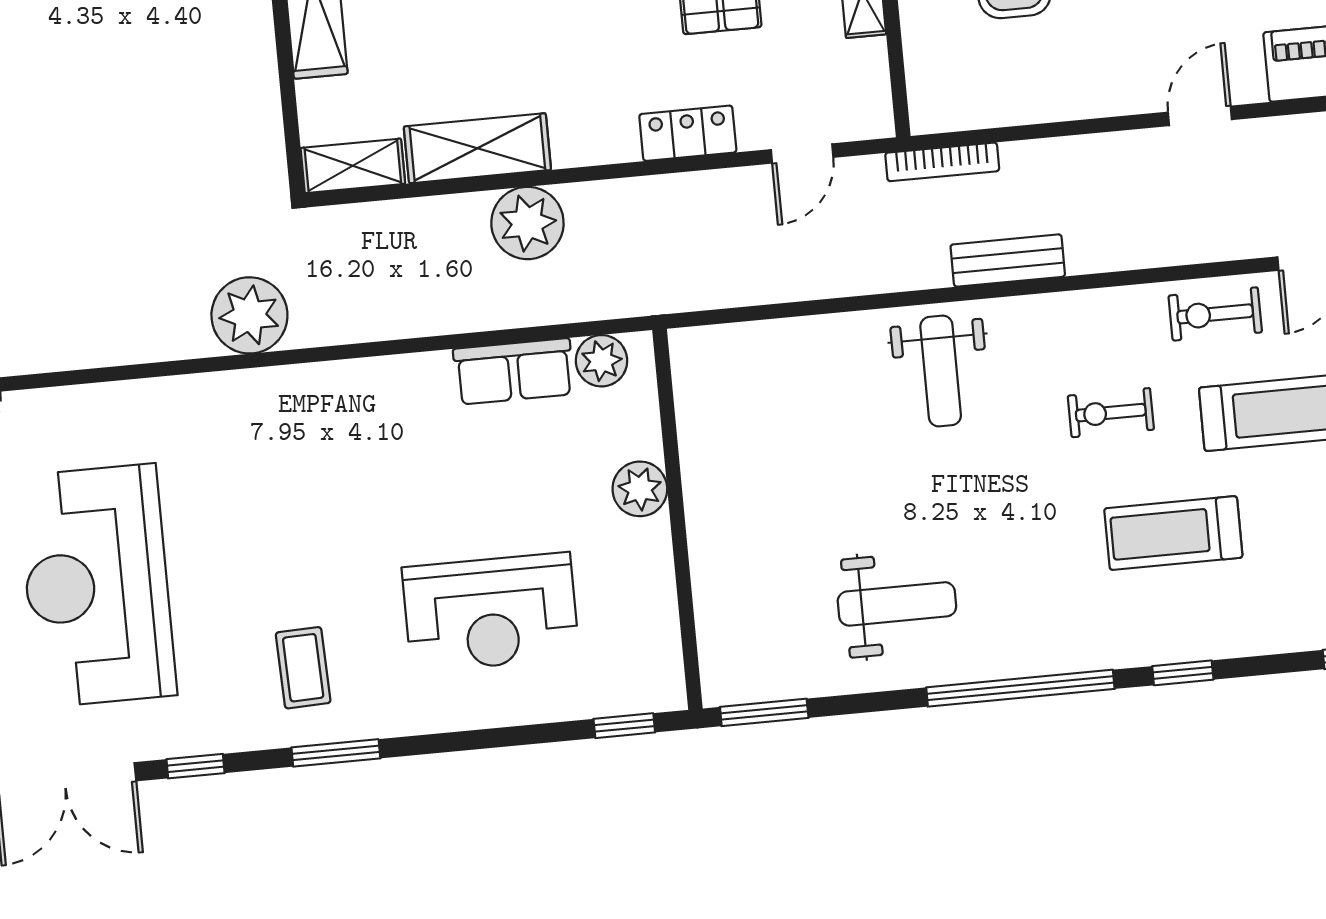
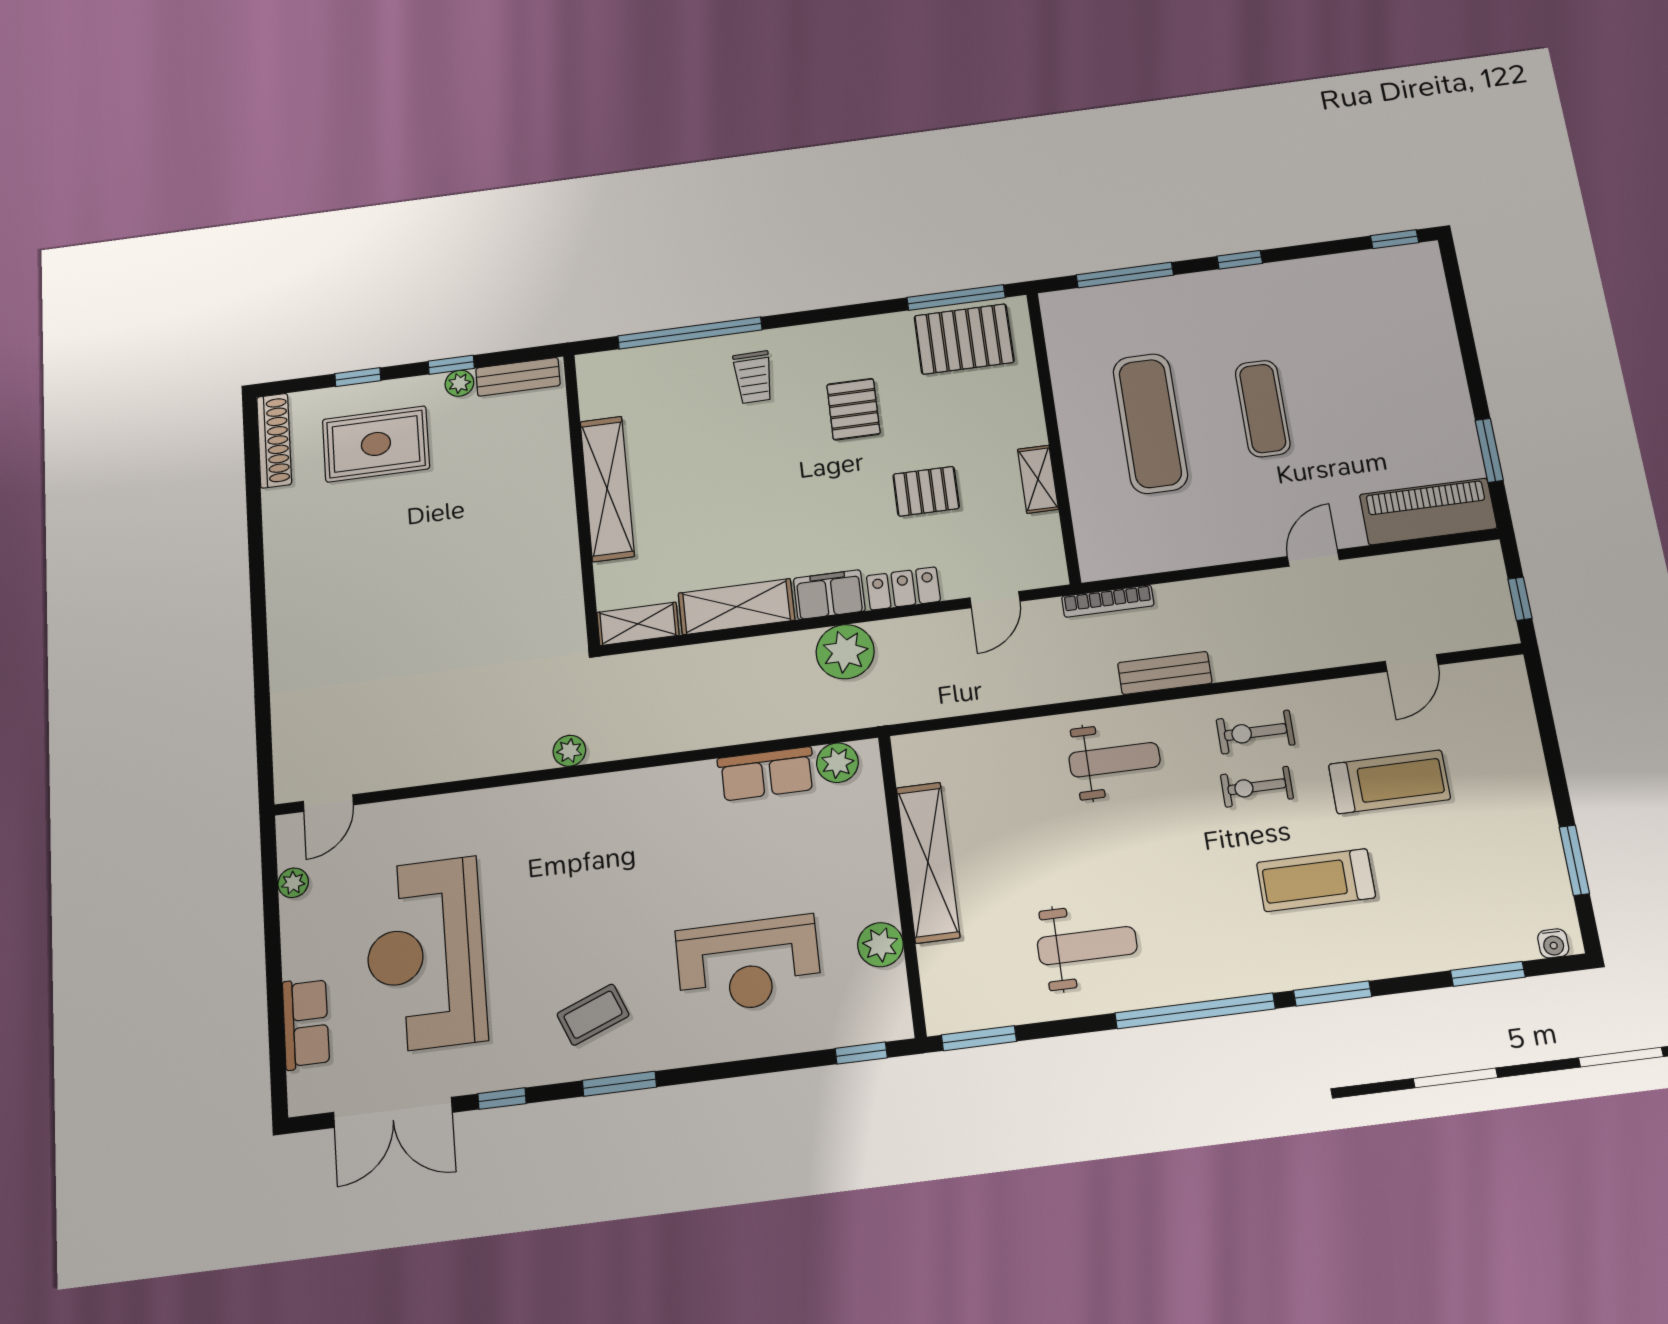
filing cabinet: (595, 137) -> (829, 595), added
plant: (527, 223) -> (845, 652), moved
exercise bike: (1215, 314) -> (1256, 732), moved
plant: (249, 315) -> (569, 751), width x0.53, depth x0.53
weight bench: (941, 371) -> (1115, 760), turned -90
plant: (640, 489) -> (880, 945), moved
shelving: (709, 493) -> (928, 862), added
coffee table: (303, 668) -> (593, 1015), turned 70
window: (1183, 673) -> (1333, 993), width x1.50

